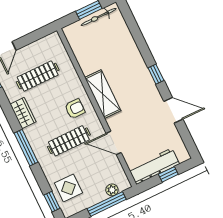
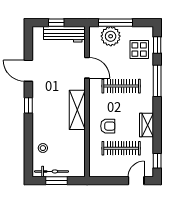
stool: (119, 37) -> (43, 148), added
armchair: (75, 109) -> (108, 126), moved, turned 180
window: (26, 148) -> (157, 81), moved
plant: (112, 190) -> (111, 36), width x1.88, depth x1.88

